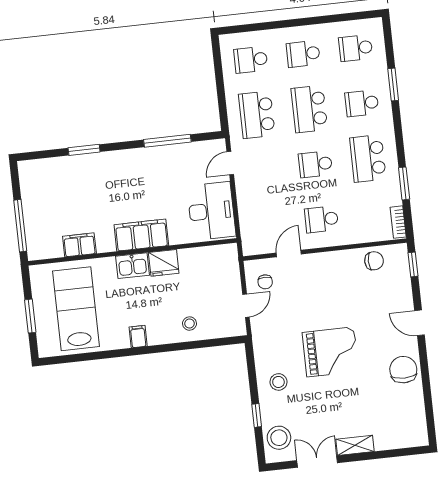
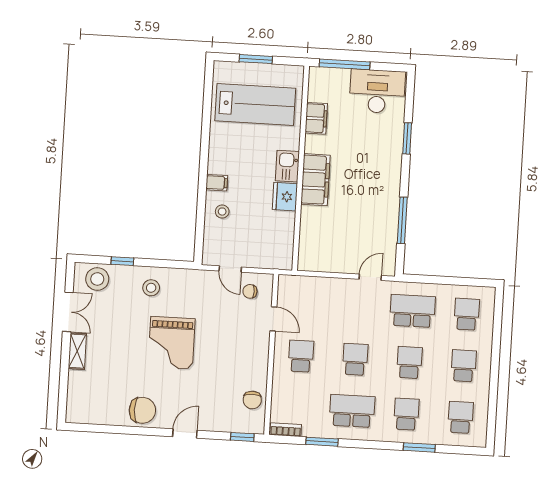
school desk: (309, 109) -> (409, 363), width x0.54
door: (230, 163) -> (370, 277), hinge flipped
desk: (211, 211) -> (377, 91), moved, turned 180
filing cabinet: (138, 337) -> (217, 183), moved

